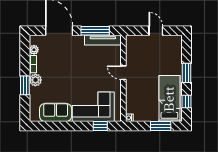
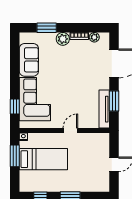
window: (95, 31) -> (114, 101), width x0.69
window: (25, 85) -> (47, 28), moved
bed: (169, 99) -> (43, 159), moved
window: (161, 126) -> (15, 156), moved

